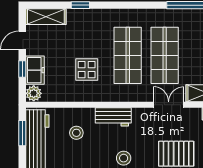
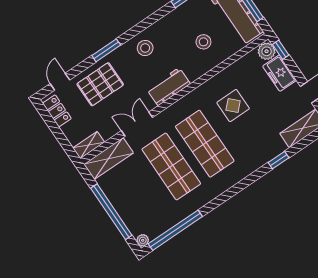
window: (22, 69) -> (281, 50), moved
double door: (169, 105) -> (137, 124), swing flipped
workbench: (113, 117) -> (169, 87), moved

